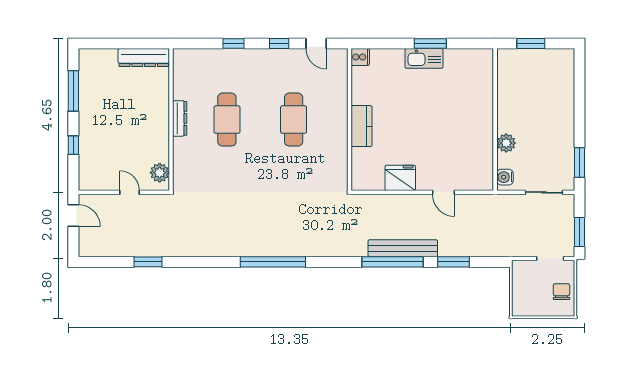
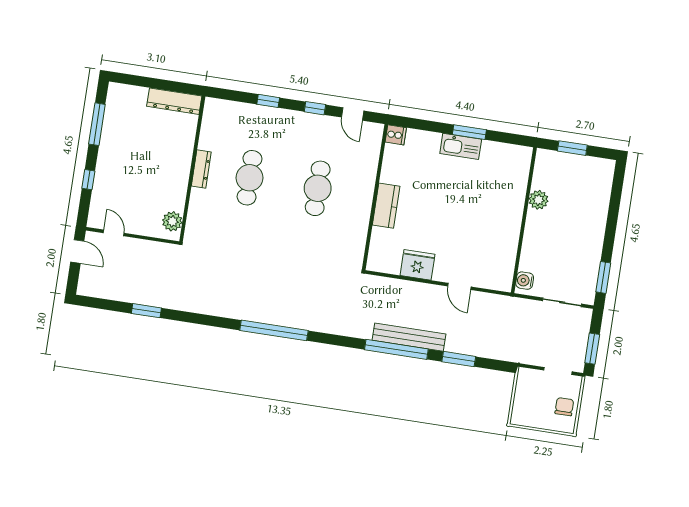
plant: (506, 143) -> (538, 200), moved
door: (130, 192) -> (114, 233), moved

